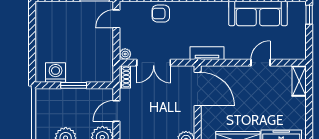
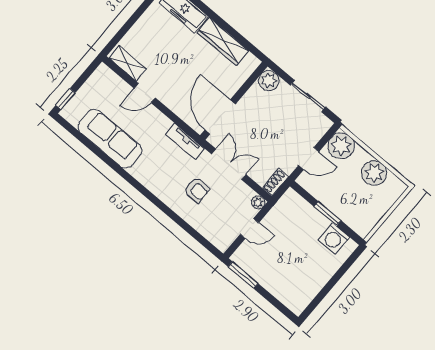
armchair: (161, 14) -> (197, 190), moved
door: (116, 19) -> (249, 228), moved
double door: (154, 63) -> (229, 164), moved
shelving: (299, 81) -> (128, 63), moved, turned 90

